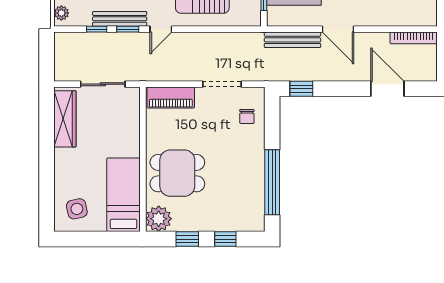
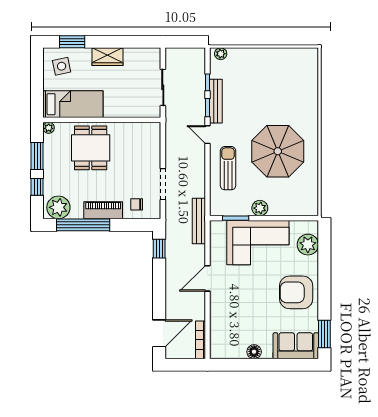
bench: (292, 40) -> (199, 221), moved
door: (387, 89) -> (159, 333), moved
piano: (171, 97) -> (103, 210), moved, turned 90
wardrobe: (65, 119) -> (108, 57), moved, width x0.67
window: (47, 196) -> (72, 42), added
plant: (251, 213) -> (58, 207), added
plant: (159, 219) -> (49, 128), width x0.53, depth x0.53
window: (187, 239) -> (37, 156), width x1.50

